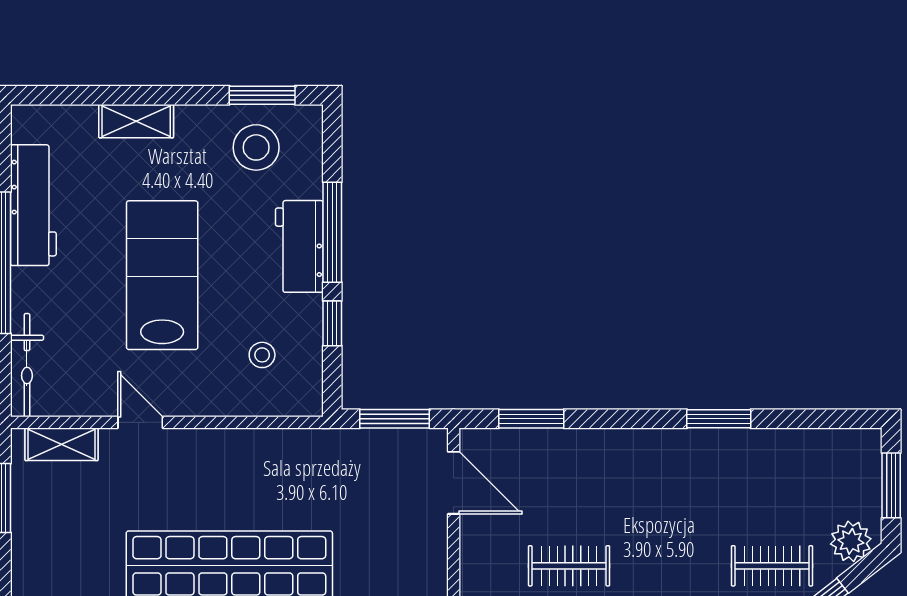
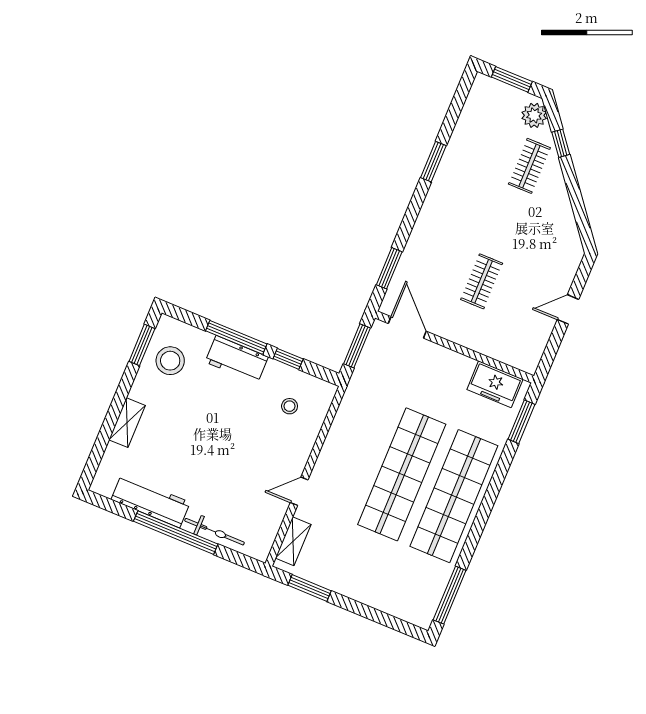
lab bench: (162, 275) -> (221, 444), removed
bicycle: (27, 365) -> (215, 532), moved
door: (454, 483) -> (407, 327), hinge flipped

